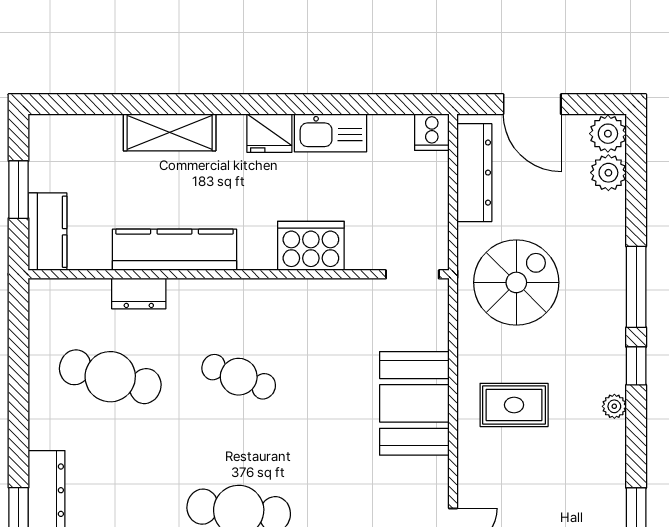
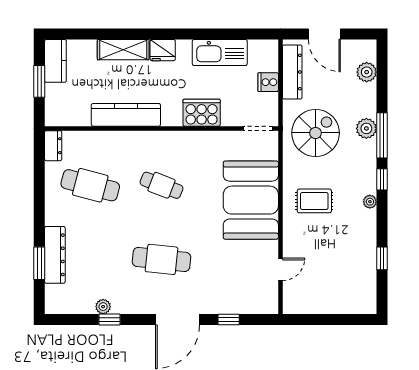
cooker: (432, 132) -> (268, 82), moved, turned 90
fridge: (269, 133) -> (163, 50), moved
kitchen sink: (331, 133) -> (220, 53), width x1.36, depth x1.24
plant: (608, 134) -> (366, 128), moved
kitchen counter: (48, 232) -> (55, 61), moved
dresser: (139, 293) -> (53, 146), moved, turned -90
booth: (414, 403) -> (251, 200), width x1.36, depth x1.42

